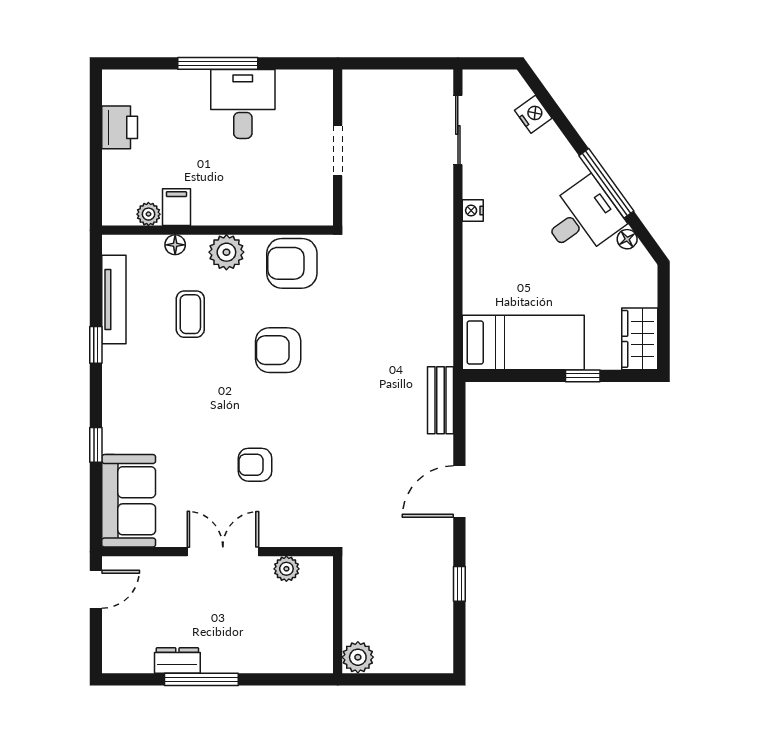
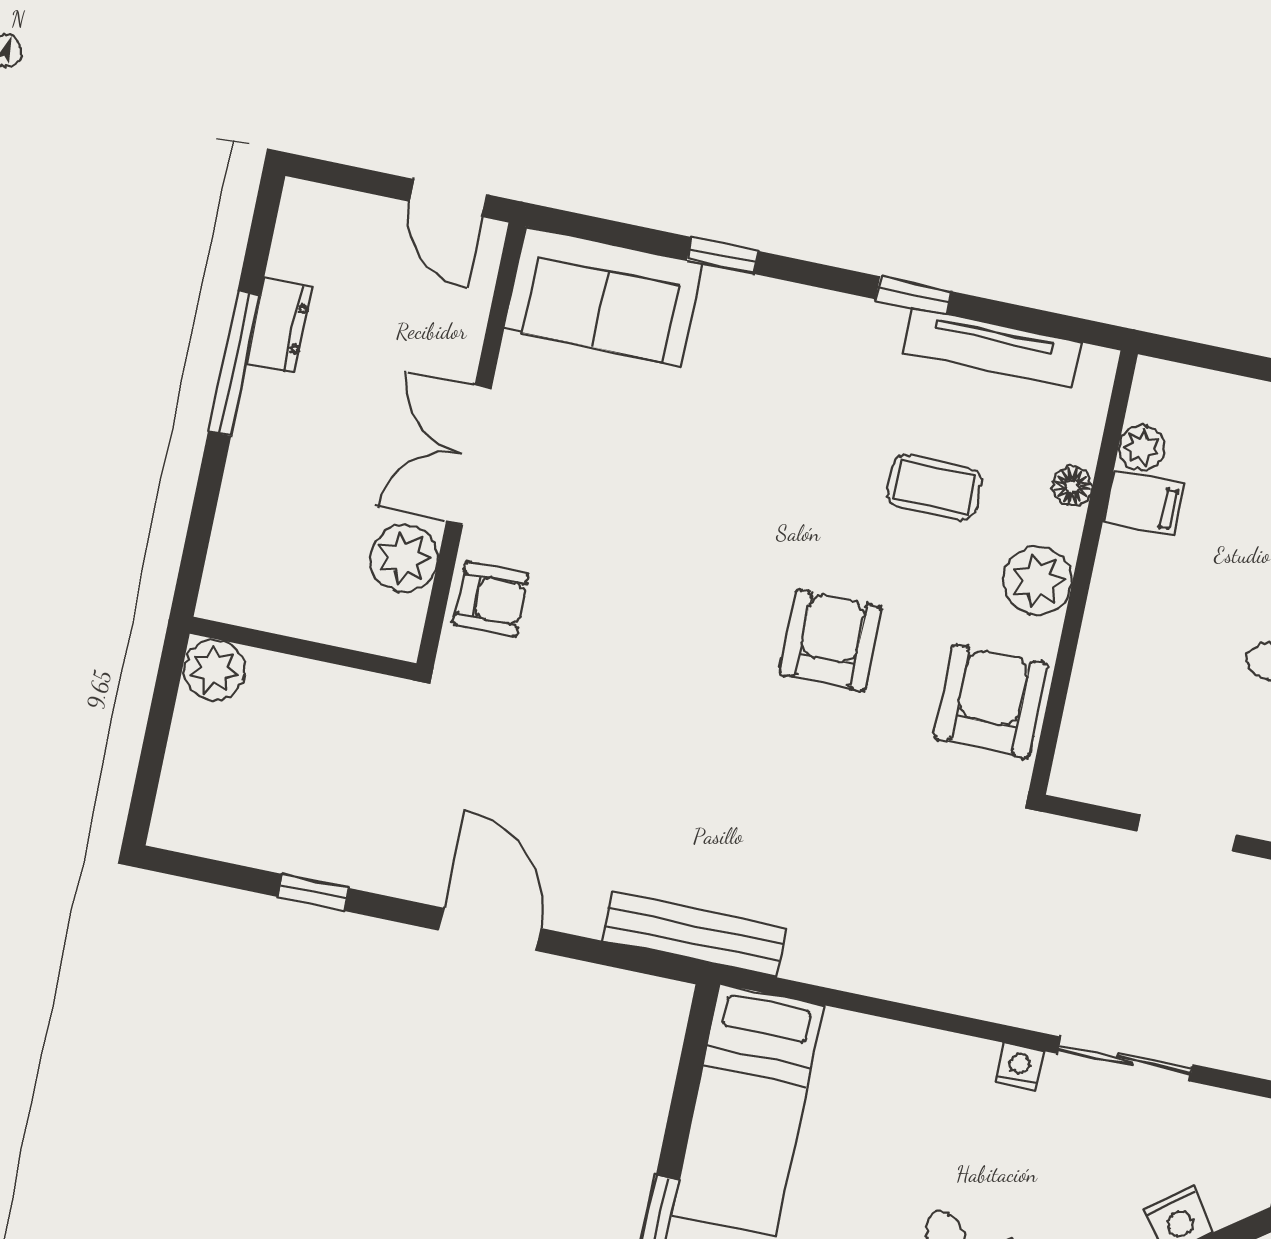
sliding door: (458, 130) -> (1125, 1059), moved
bench: (441, 400) -> (694, 934), width x1.36
armchair: (255, 465) -> (491, 599), moved, turned 90
double door: (223, 552) -> (469, 455), swing flipped
plant: (286, 569) -> (404, 558), width x1.38, depth x1.38

